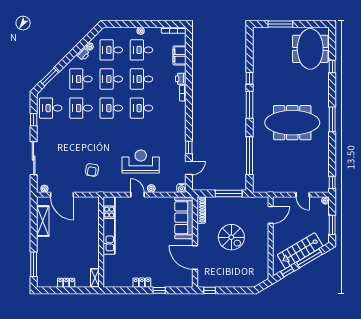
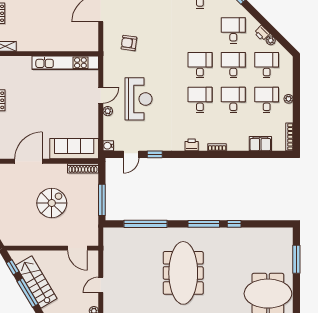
printer: (181, 79) -> (192, 145), moved
desk: (81, 108) -> (200, 30), removed
door: (189, 168) -> (131, 154), hinge flipped
spiral stairs: (231, 237) -> (52, 203), turned 180

